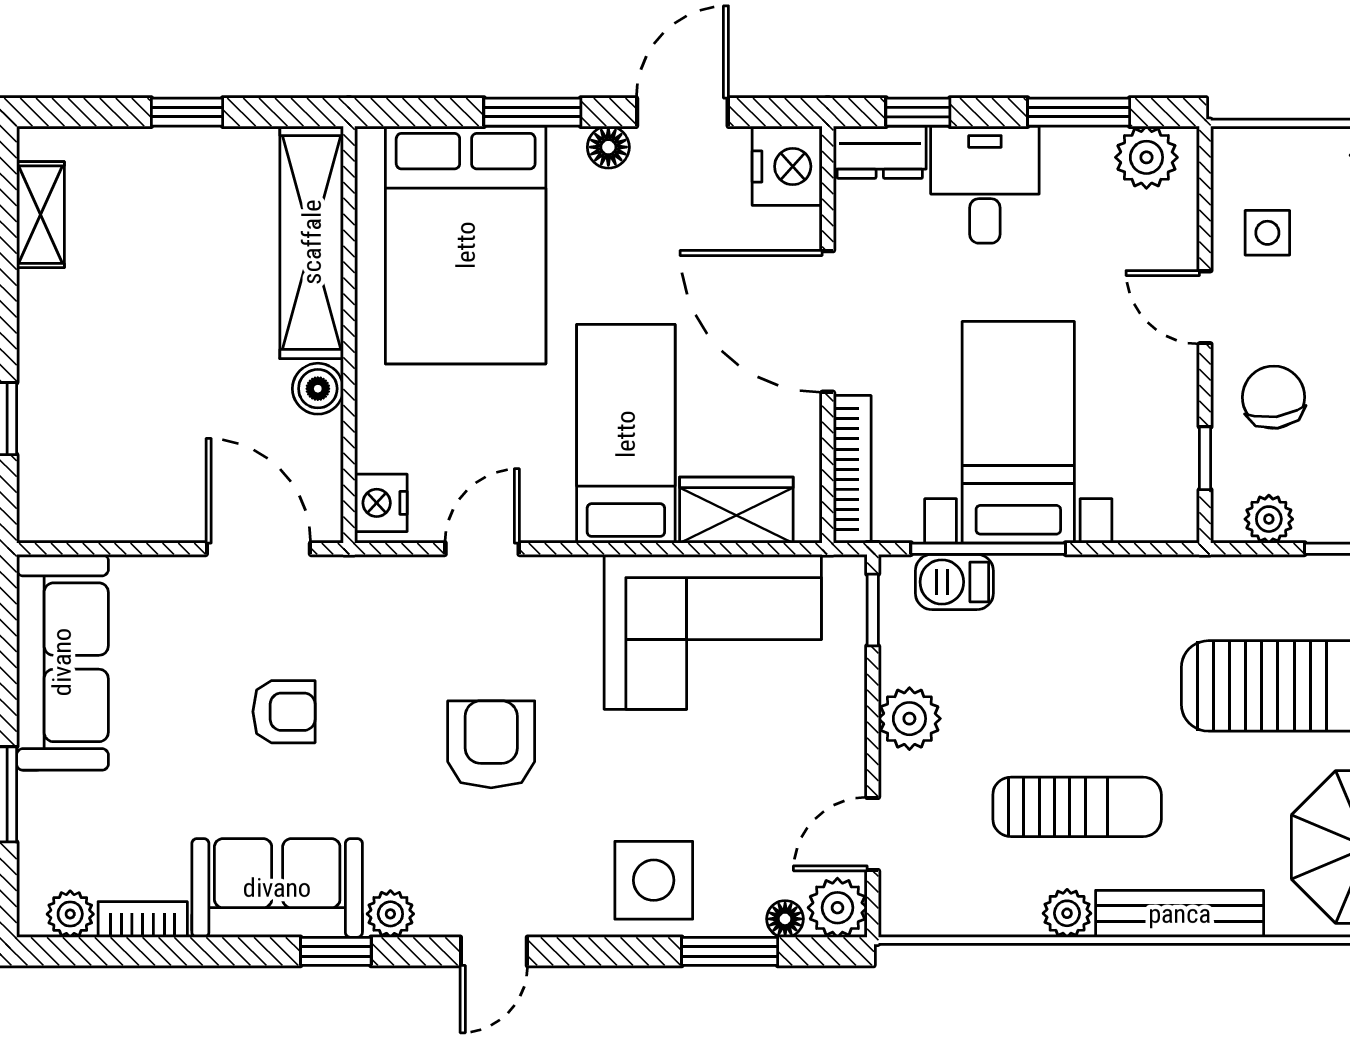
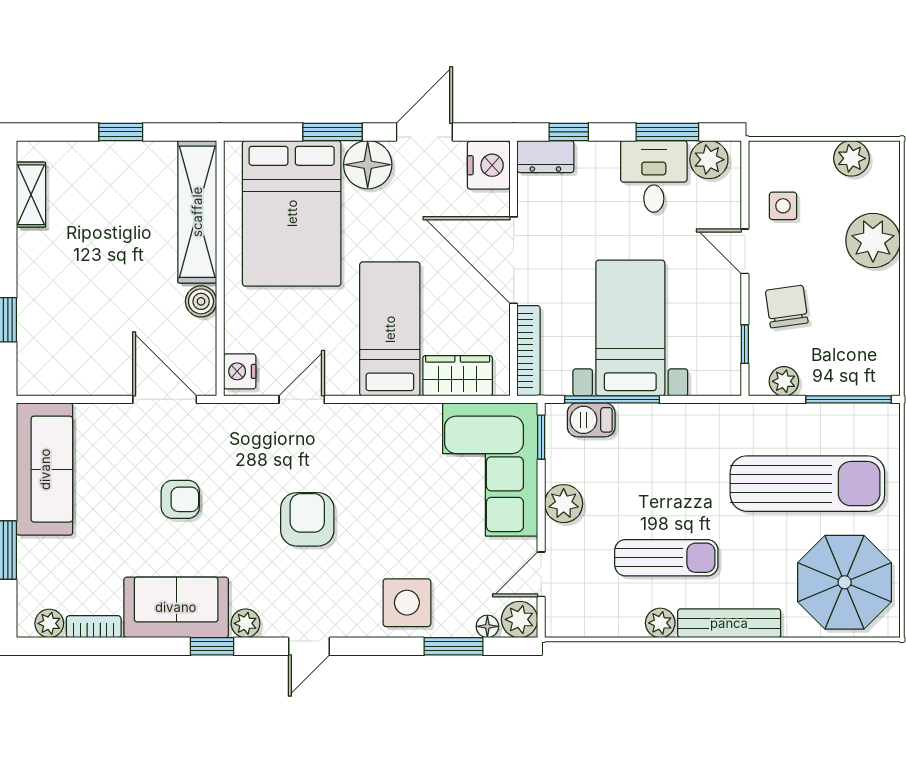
floor lamp: (608, 147) -> (368, 165), width x1.89, depth x1.89
desk: (985, 185) -> (654, 176), moved
corner sofa: (713, 632) -> (490, 469), moved, turned 90

